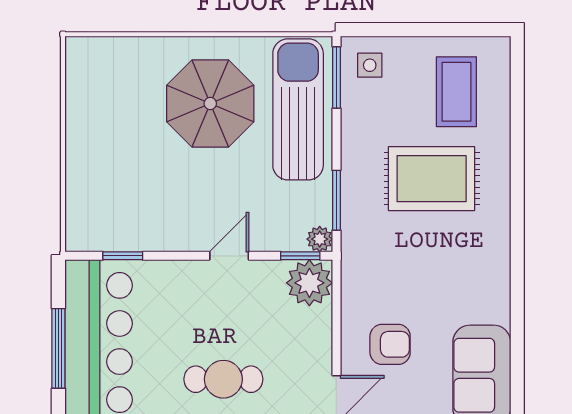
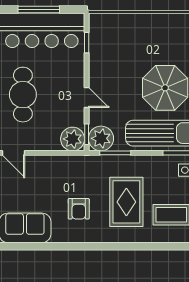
plant: (320, 239) -> (101, 138), width x1.87, depth x1.87
armchair: (390, 344) -> (79, 209), moved
cafe table: (223, 379) -> (23, 95), width x1.37, depth x1.35

